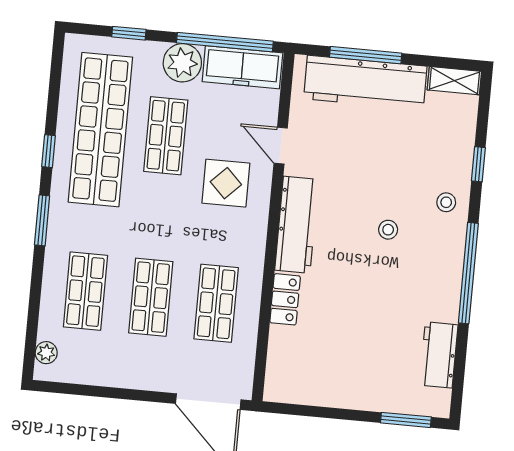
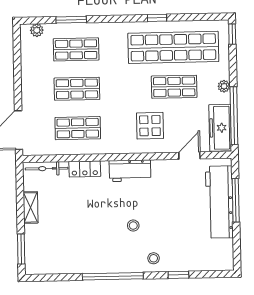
window: (129, 33) -> (232, 34), moved
plant: (182, 63) -> (224, 86), width x0.53, depth x0.53
shelving: (454, 81) -> (31, 207), moved
door: (281, 146) -> (189, 156), moved
window: (42, 220) -> (71, 20), moved
workbench: (297, 225) -> (130, 171), width x0.73
workbench: (439, 355) -> (62, 264), removed
bicycle: (277, 363) -> (47, 169), added

